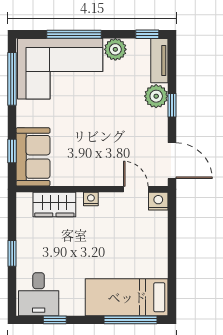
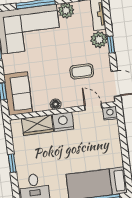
coffee table: (126, 137) -> (82, 71), added
floor lamp: (84, 179) -> (56, 104), added
nightstand: (91, 199) -> (63, 122), width x1.89, depth x1.79

